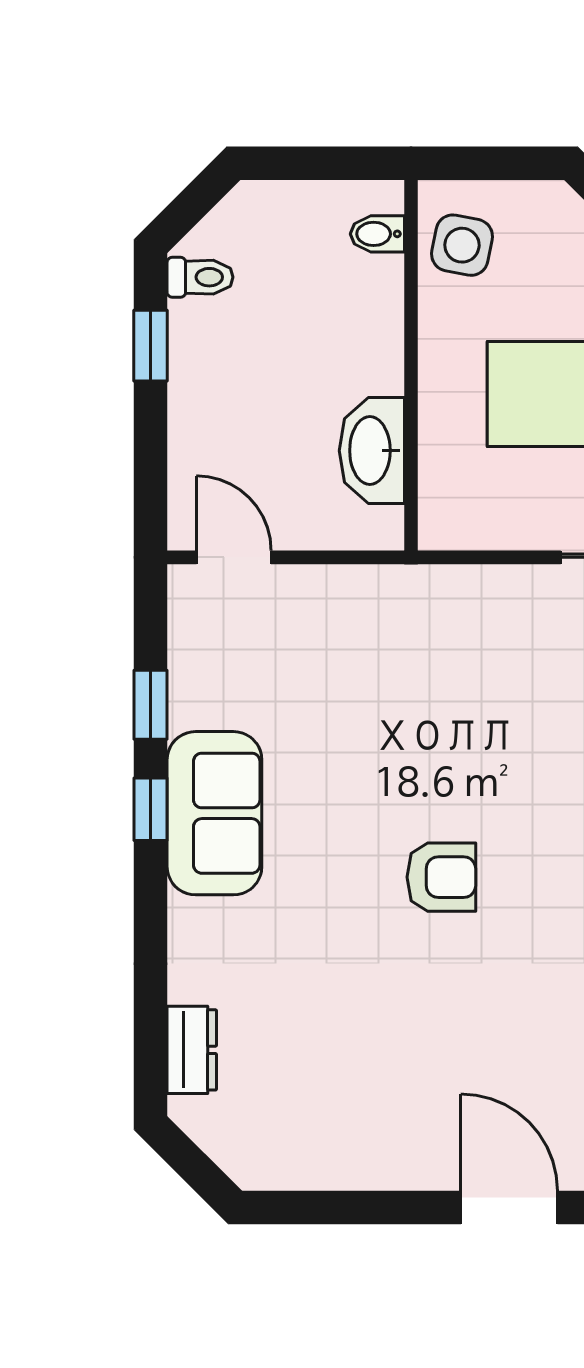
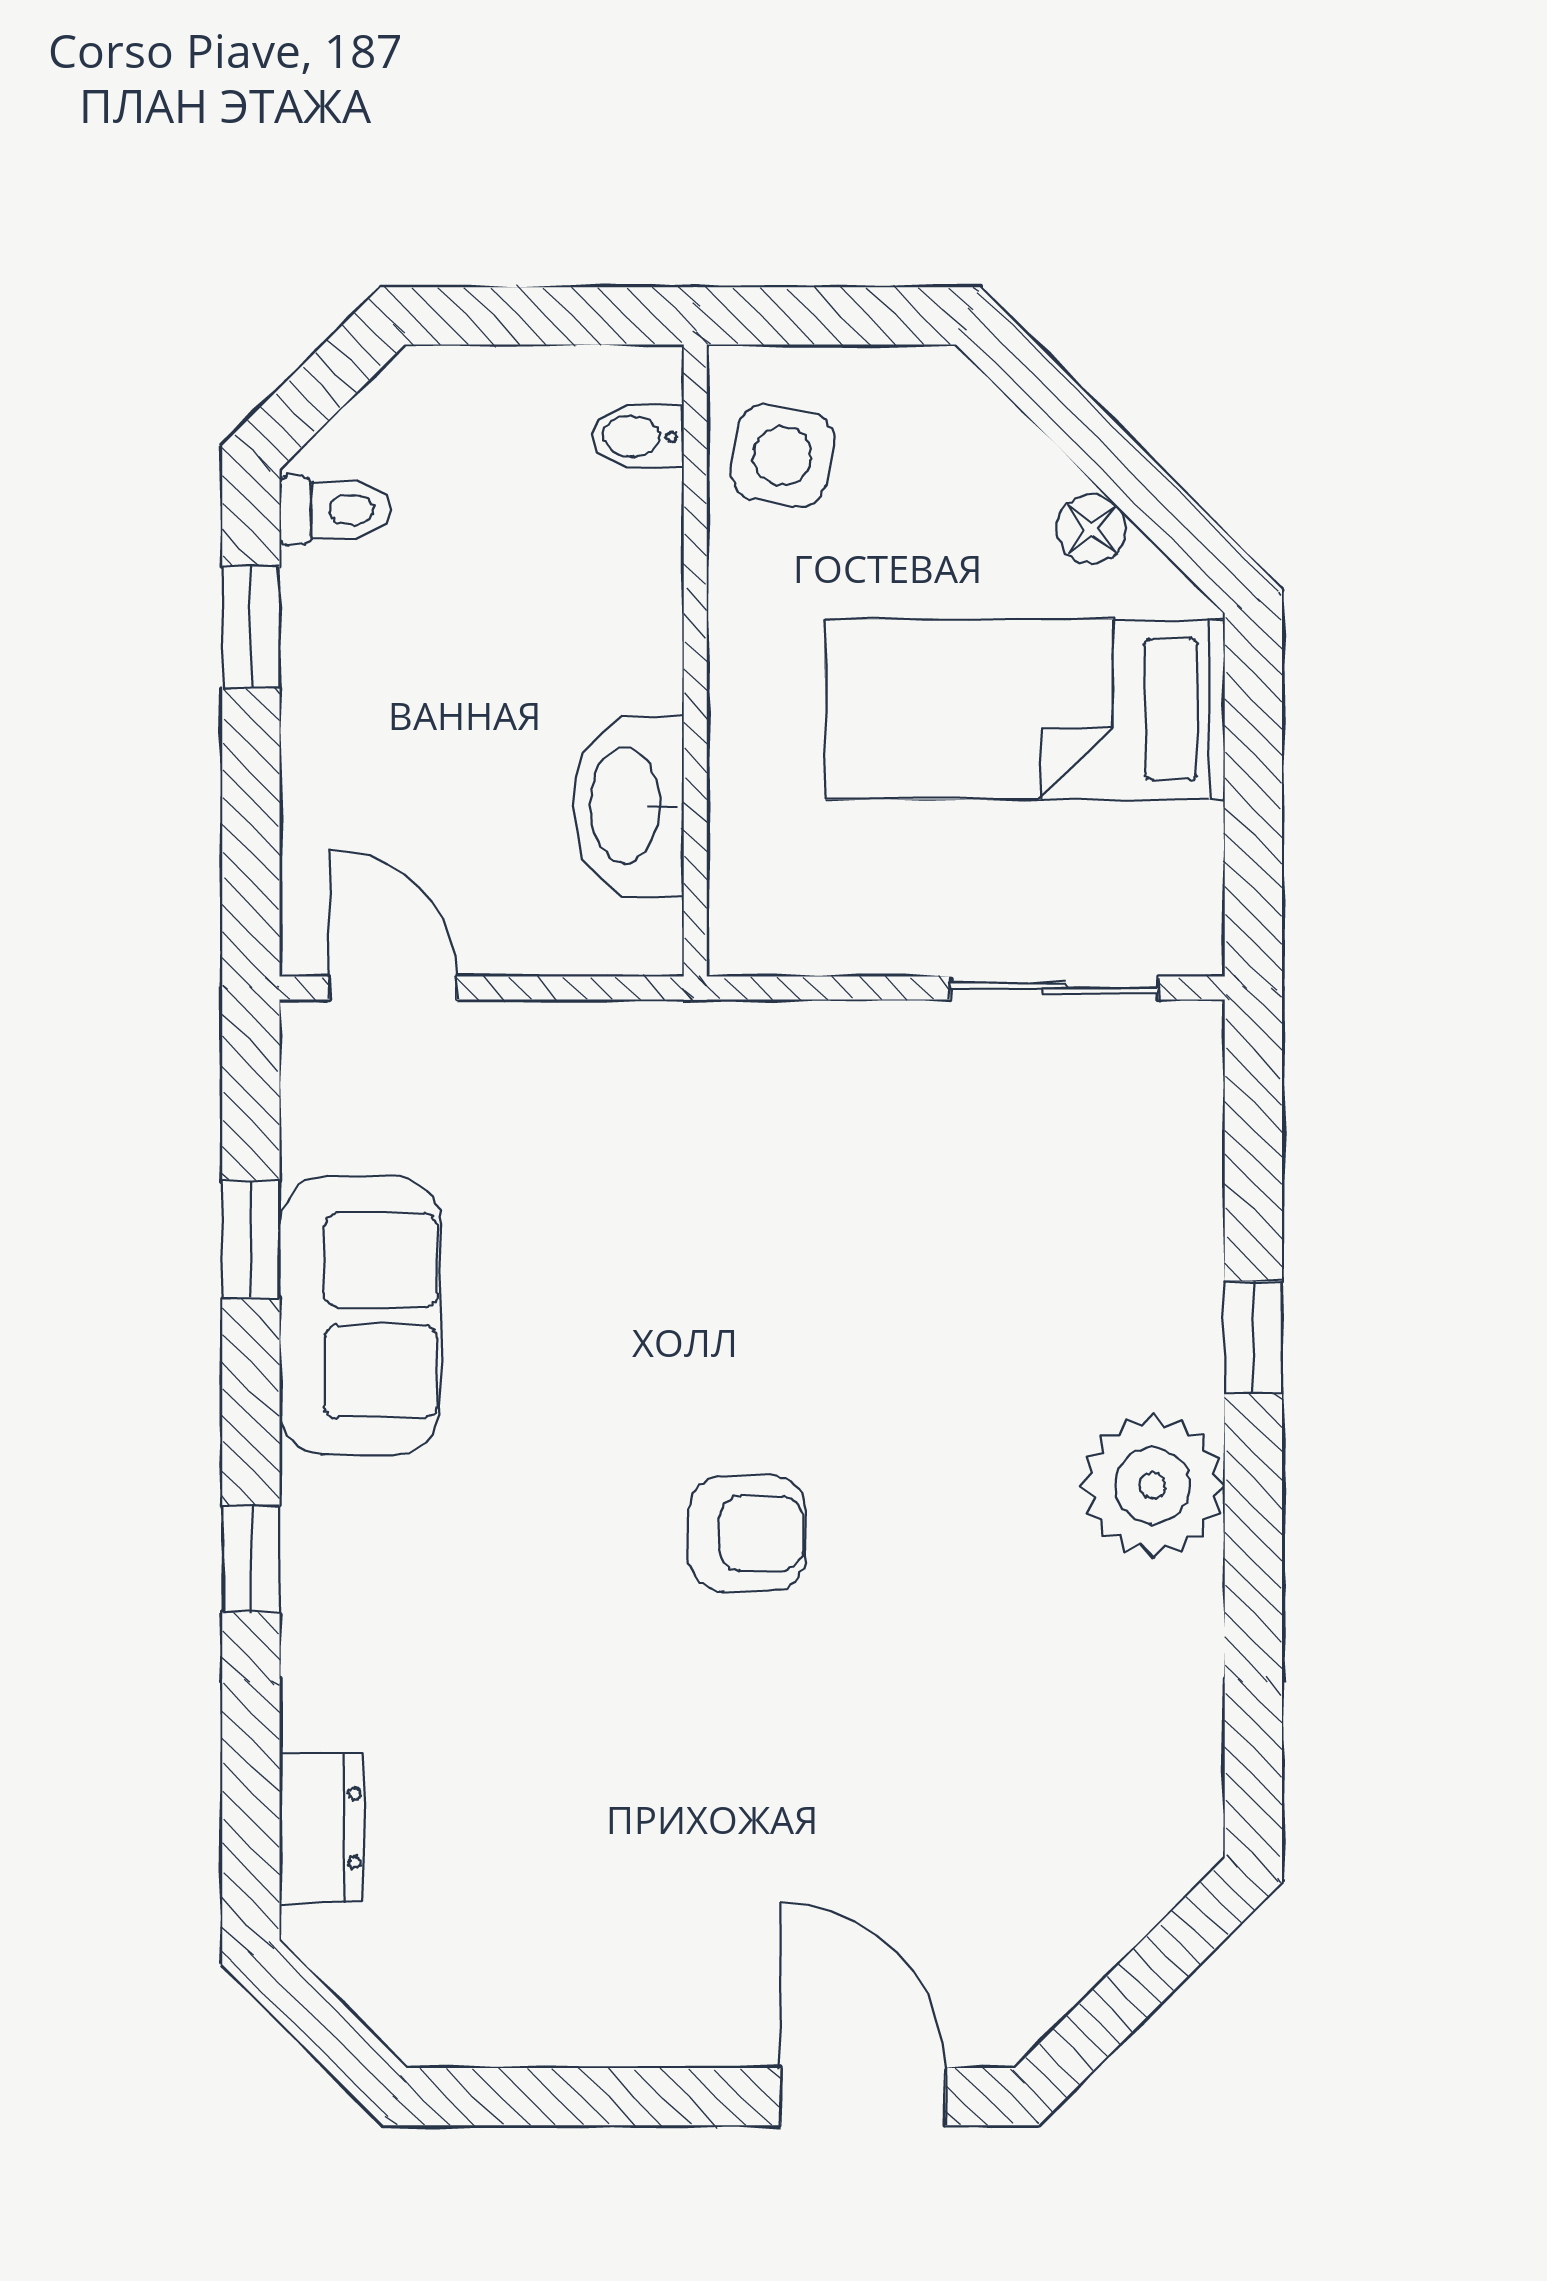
window: (150, 809) -> (251, 1559), moved
sofa: (214, 813) -> (360, 1316), moved

